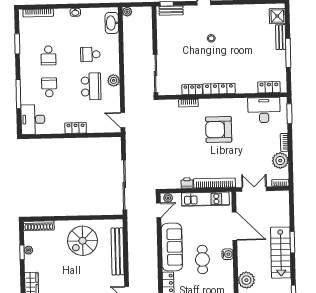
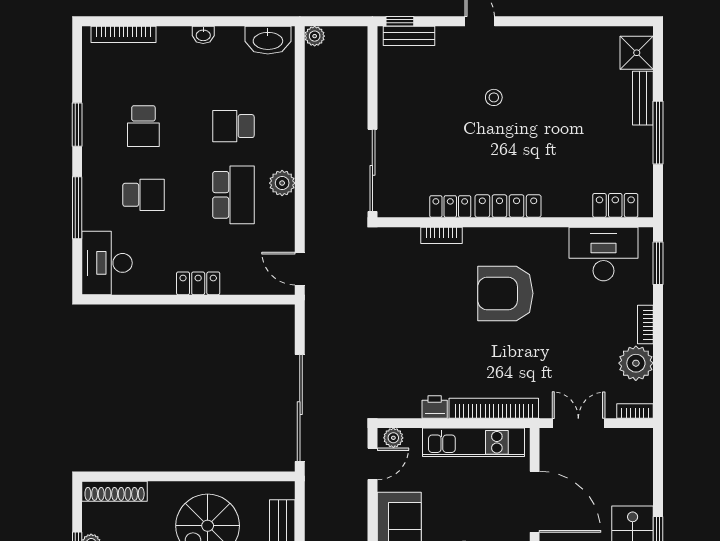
washbasin: (112, 23) -> (268, 40), moved, turned -90
window: (17, 44) -> (77, 125), moved
school desk: (49, 87) -> (143, 195), turned 90

